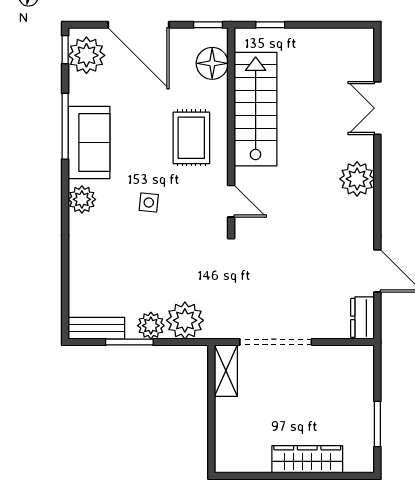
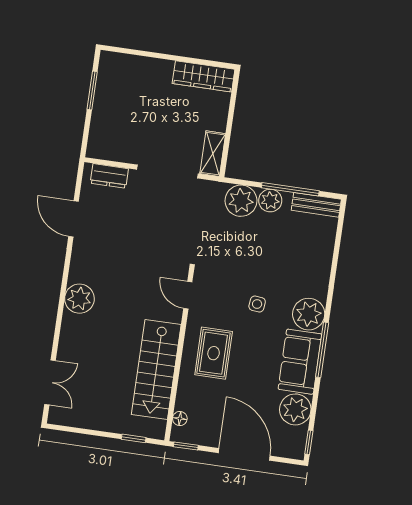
plant: (86, 55) -> (295, 409), moved
floor lamp: (212, 63) -> (180, 419), width x0.53, depth x0.53
double door: (377, 108) -> (50, 382), moved
window: (65, 126) -> (322, 350), moved
plant: (82, 199) -> (309, 314), width x1.36, depth x1.36
dresser: (363, 318) -> (109, 176), moved, turned 90
window: (129, 342) -> (290, 189), width x1.44
wardrobe: (307, 459) -> (204, 76), moved

